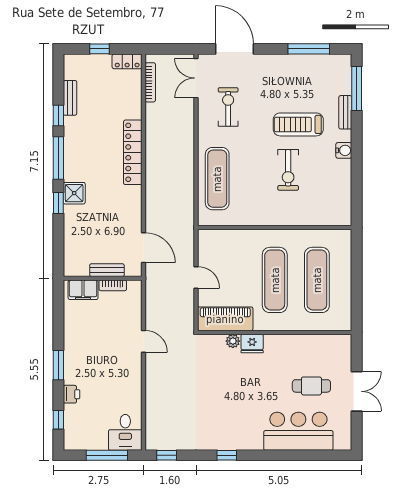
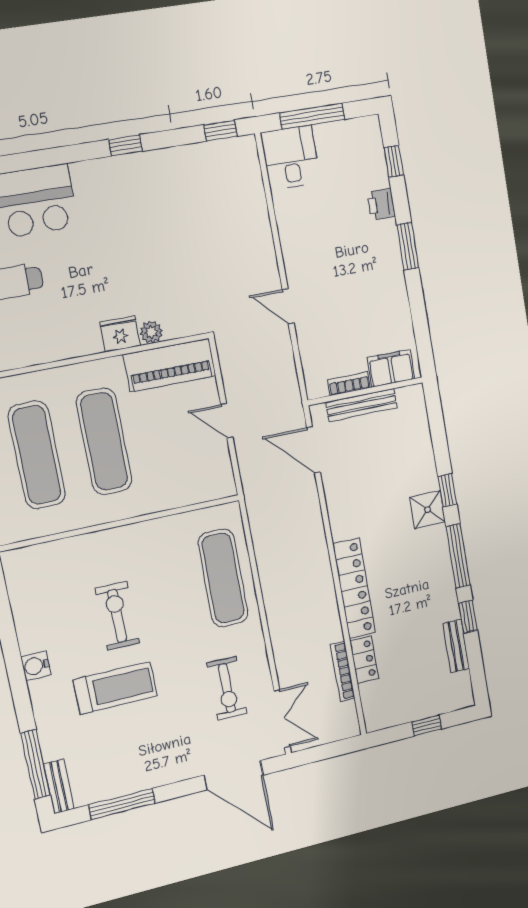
locker: (127, 61) -> (364, 659), moved, turned 90
bookcase: (150, 82) -> (343, 671), moved
bench: (345, 112) -> (59, 786), moved
bench: (107, 270) -> (361, 405), width x1.36

